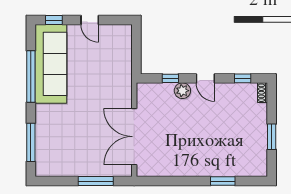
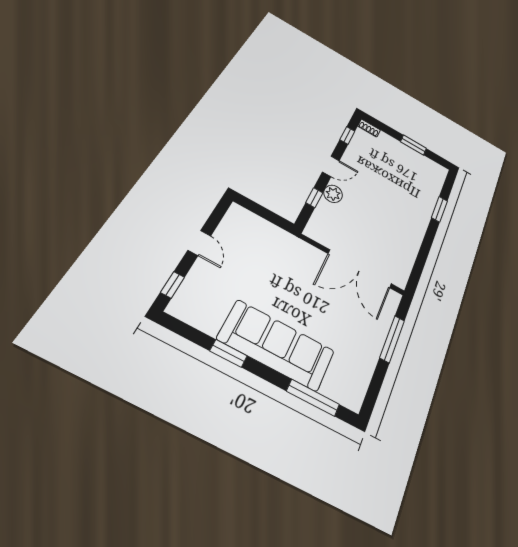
door: (90, 20) -> (199, 243), hinge flipped
sofa: (51, 64) -> (277, 345), moved
window: (31, 77) -> (229, 353), width x0.47

